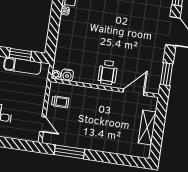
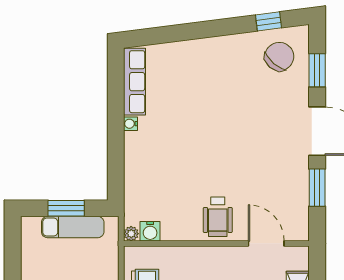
window: (167, 74) -> (317, 188), moved
door: (134, 92) -> (266, 243), hinge flipped

